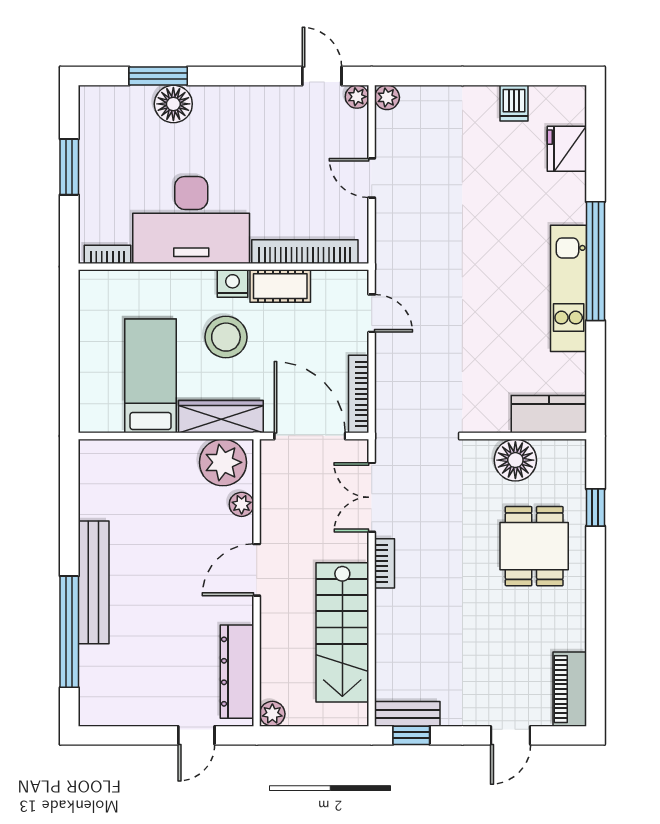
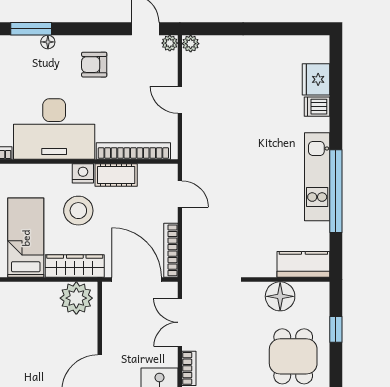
dishwasher: (514, 103) -> (317, 107), moved, turned 90
floor lamp: (173, 104) -> (48, 42), width x0.53, depth x0.53
armchair: (249, 128) -> (94, 65), added
window: (595, 261) -> (336, 191), moved
plant: (242, 504) -> (89, 327), removed

